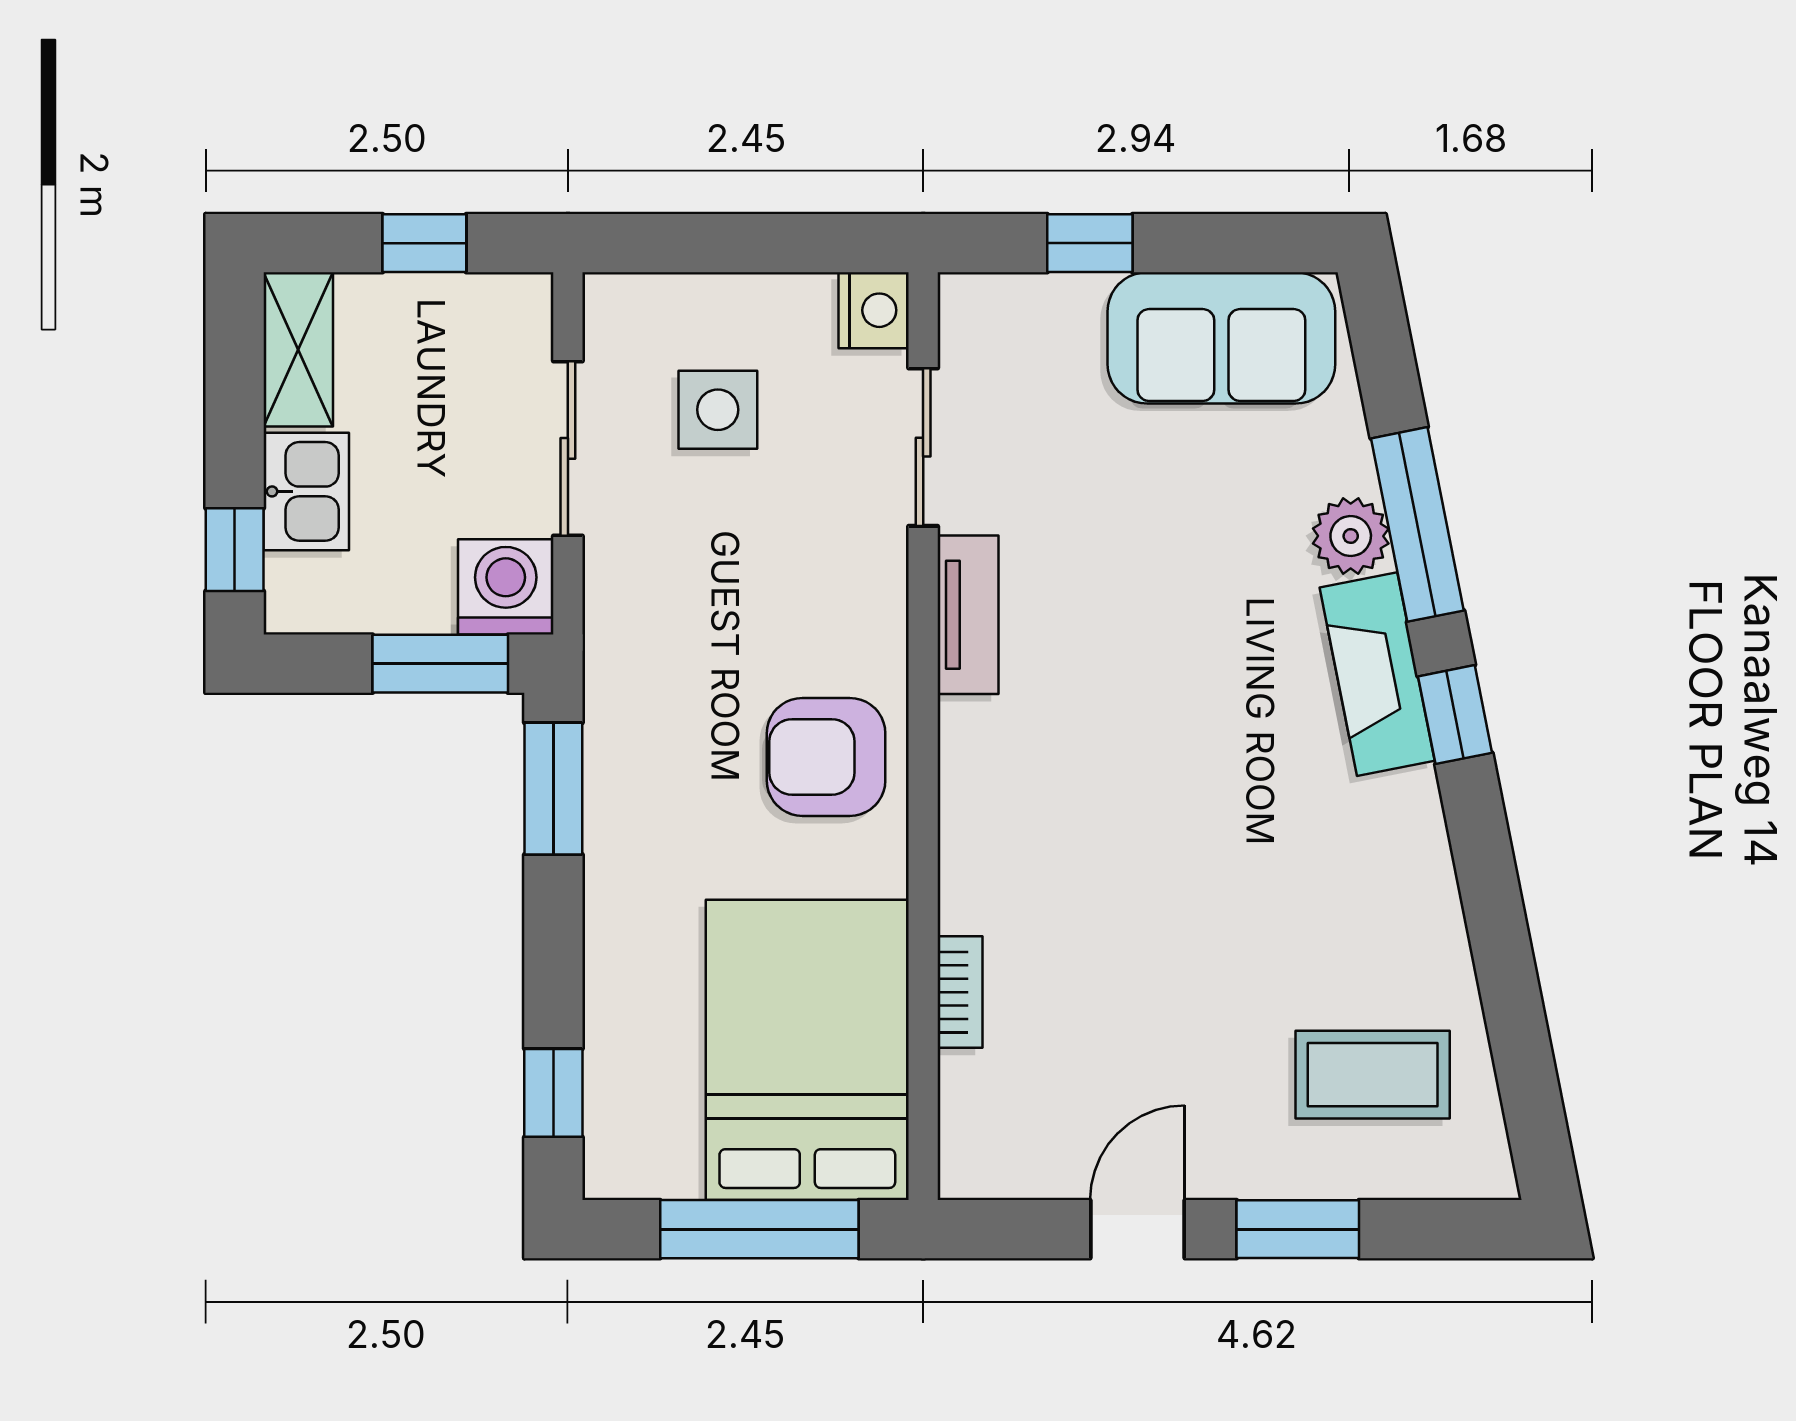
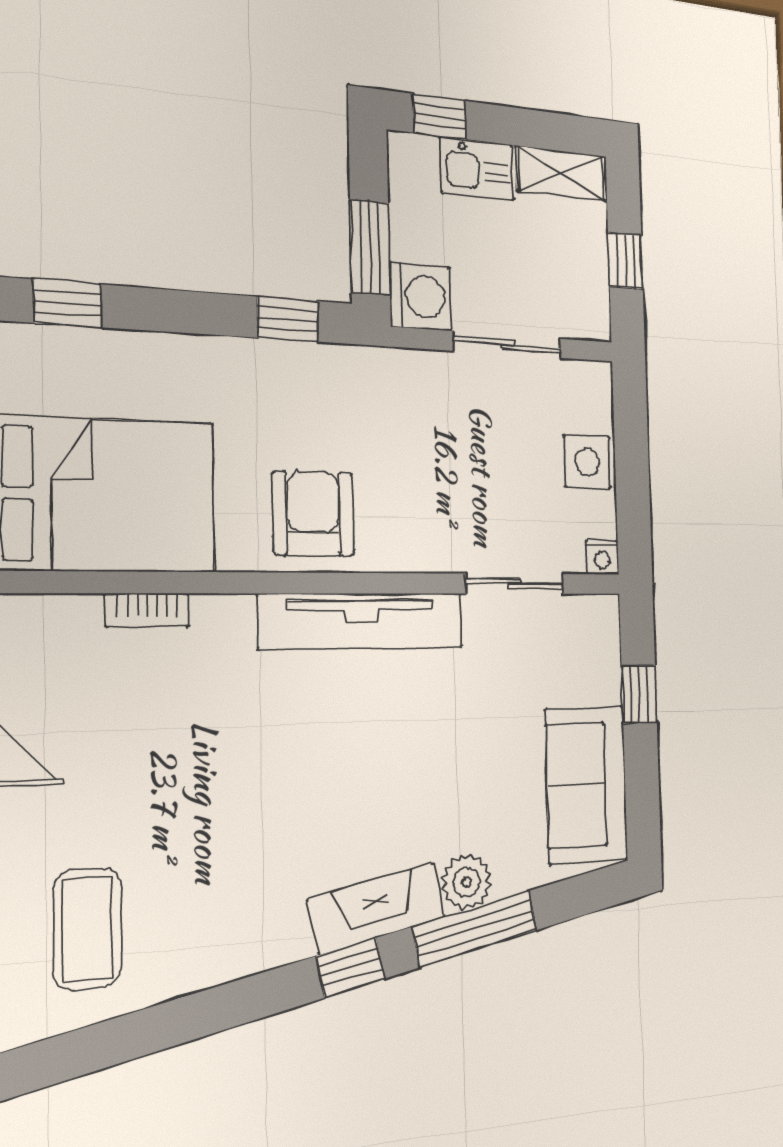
nightstand: (874, 310) -> (602, 557), width x0.72, depth x0.74
side table: (718, 410) -> (587, 462), moved
tv unit: (968, 615) -> (362, 621), width x1.92, depth x1.29
window: (553, 789) -> (288, 319), width x0.67

